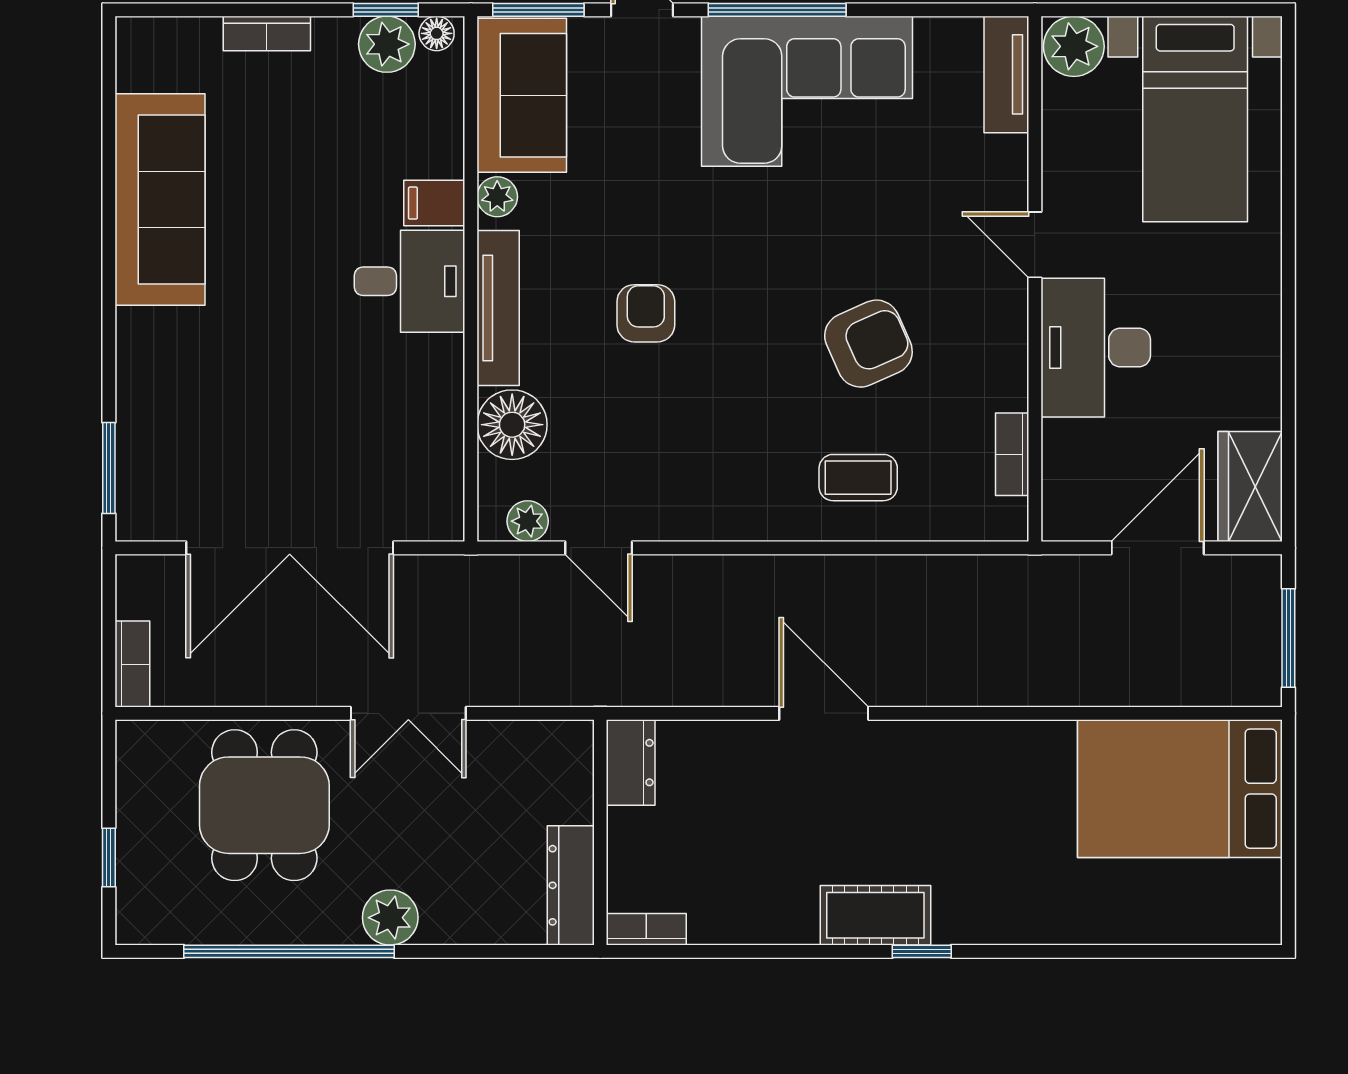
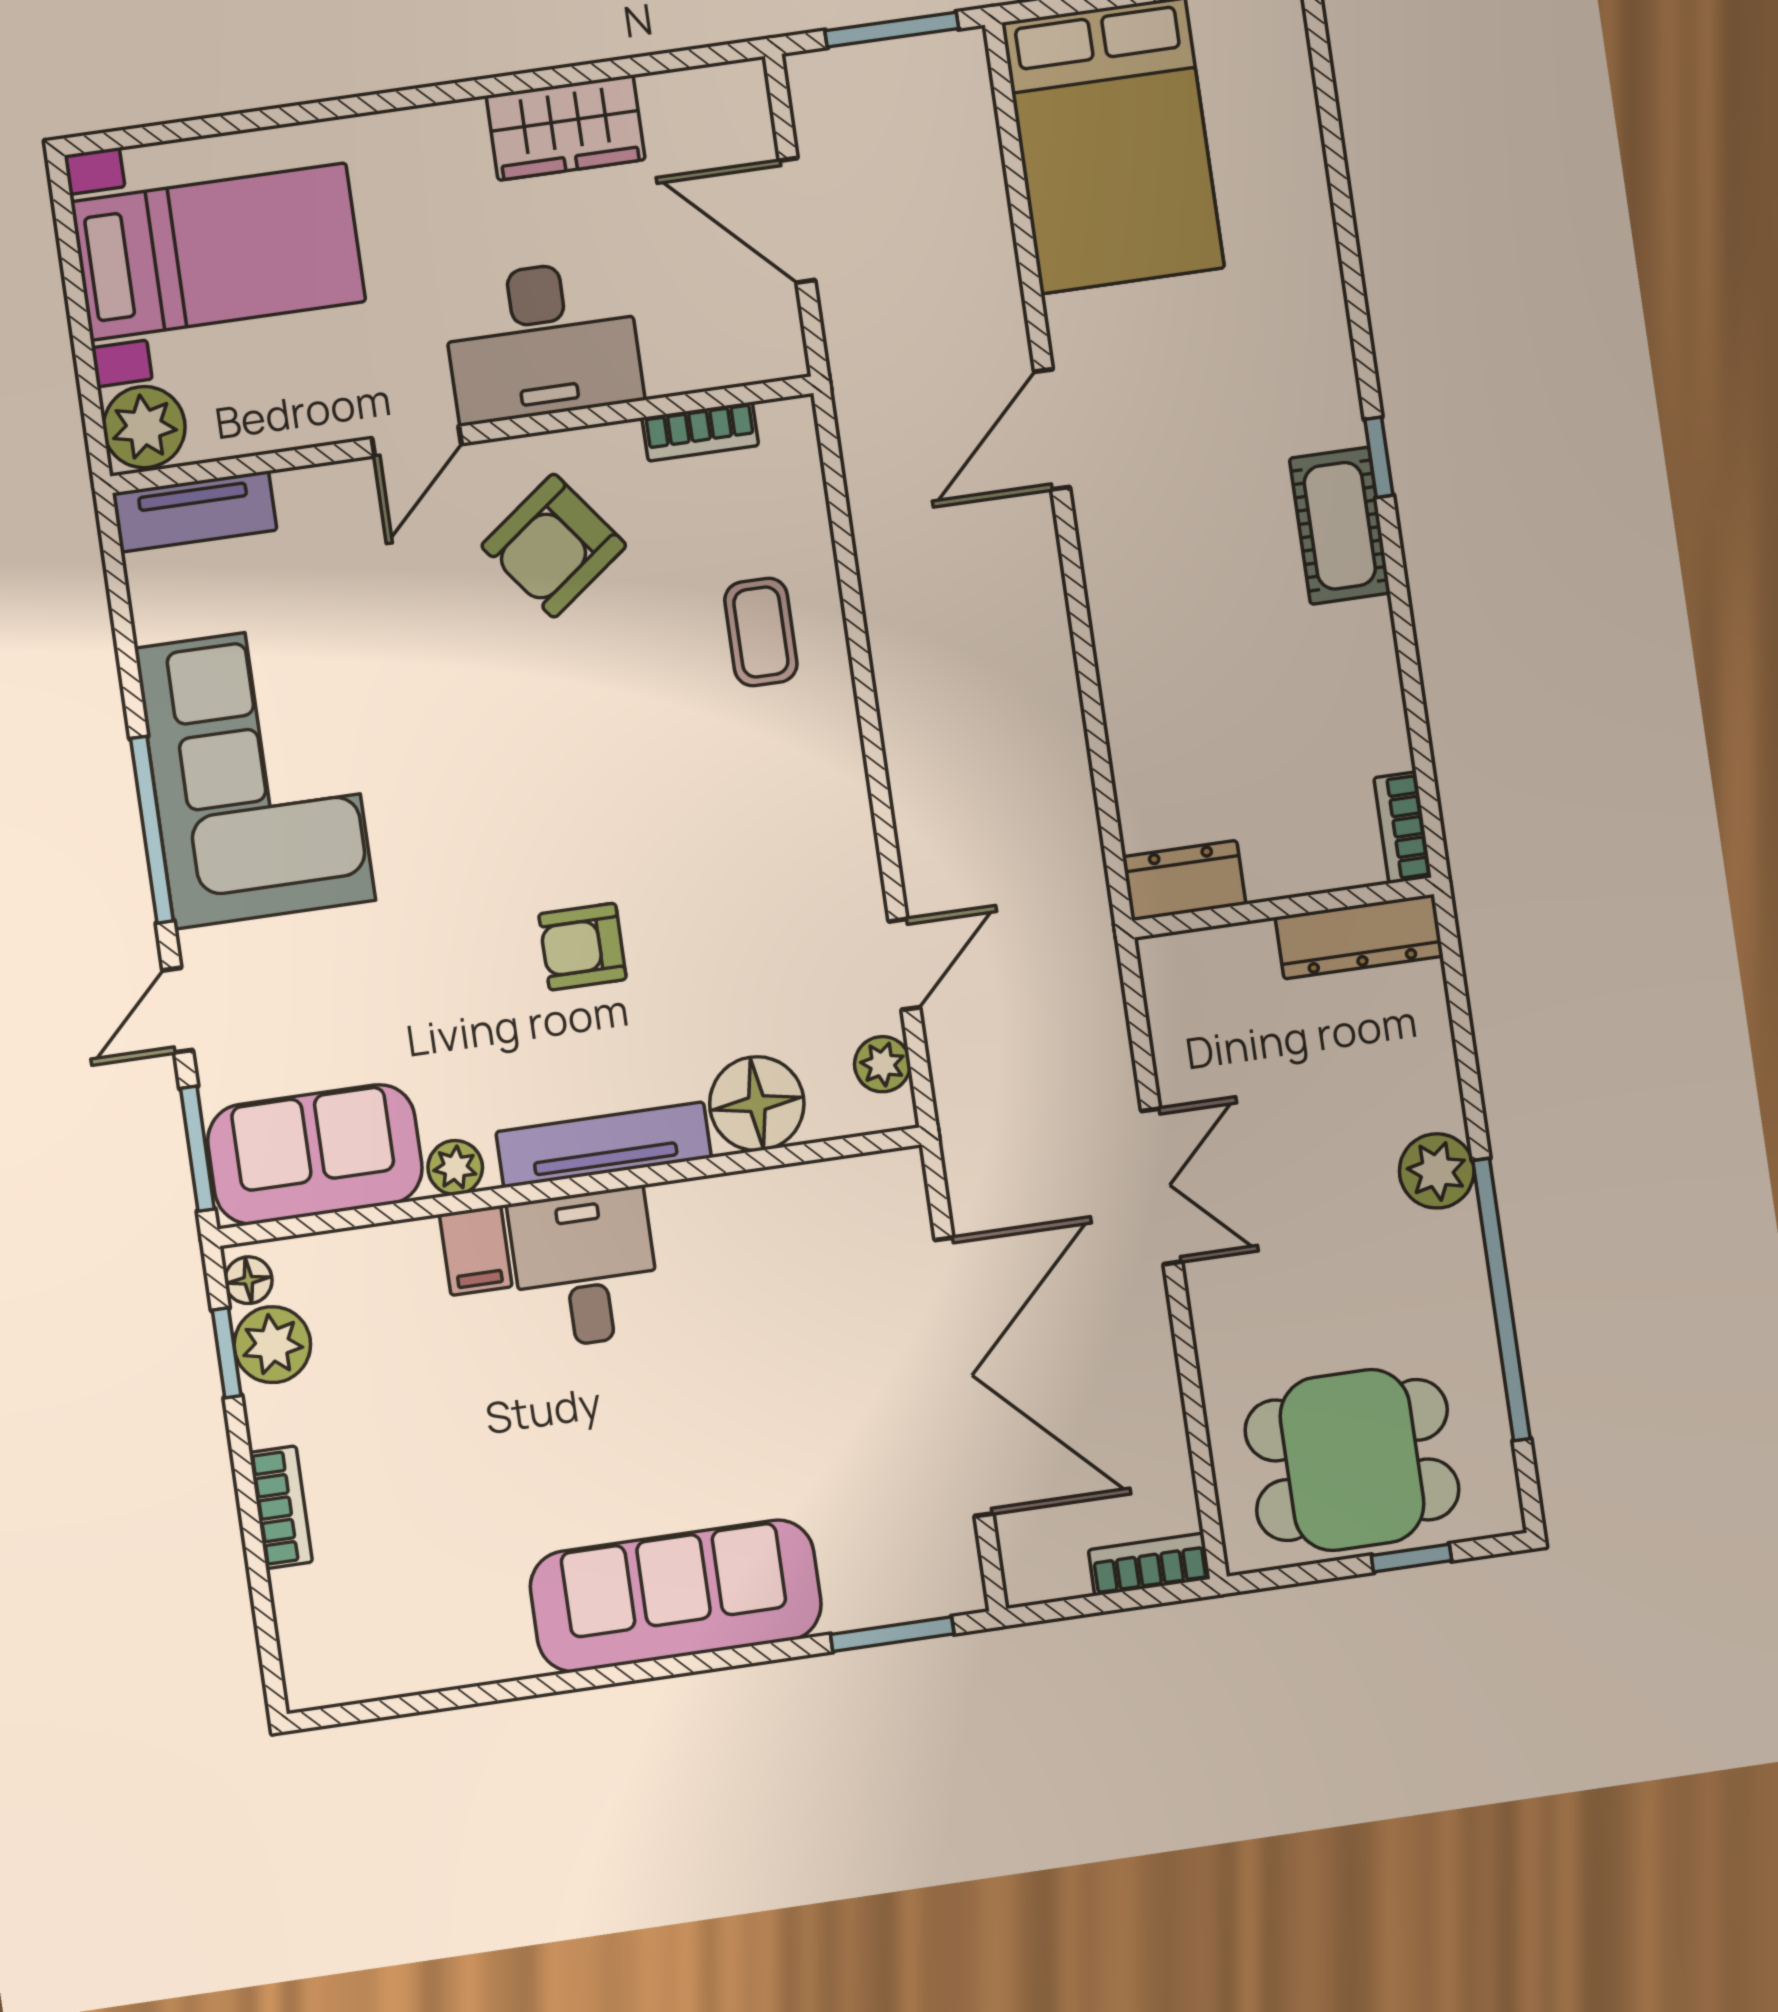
sofa: (160, 199) -> (676, 1596), moved
armchair: (868, 344) -> (554, 546), moved, turned -103
wardrobe: (1250, 487) -> (566, 128), moved
door: (824, 713) -> (1052, 429), moved
dining table: (264, 805) -> (1352, 1460), moved

